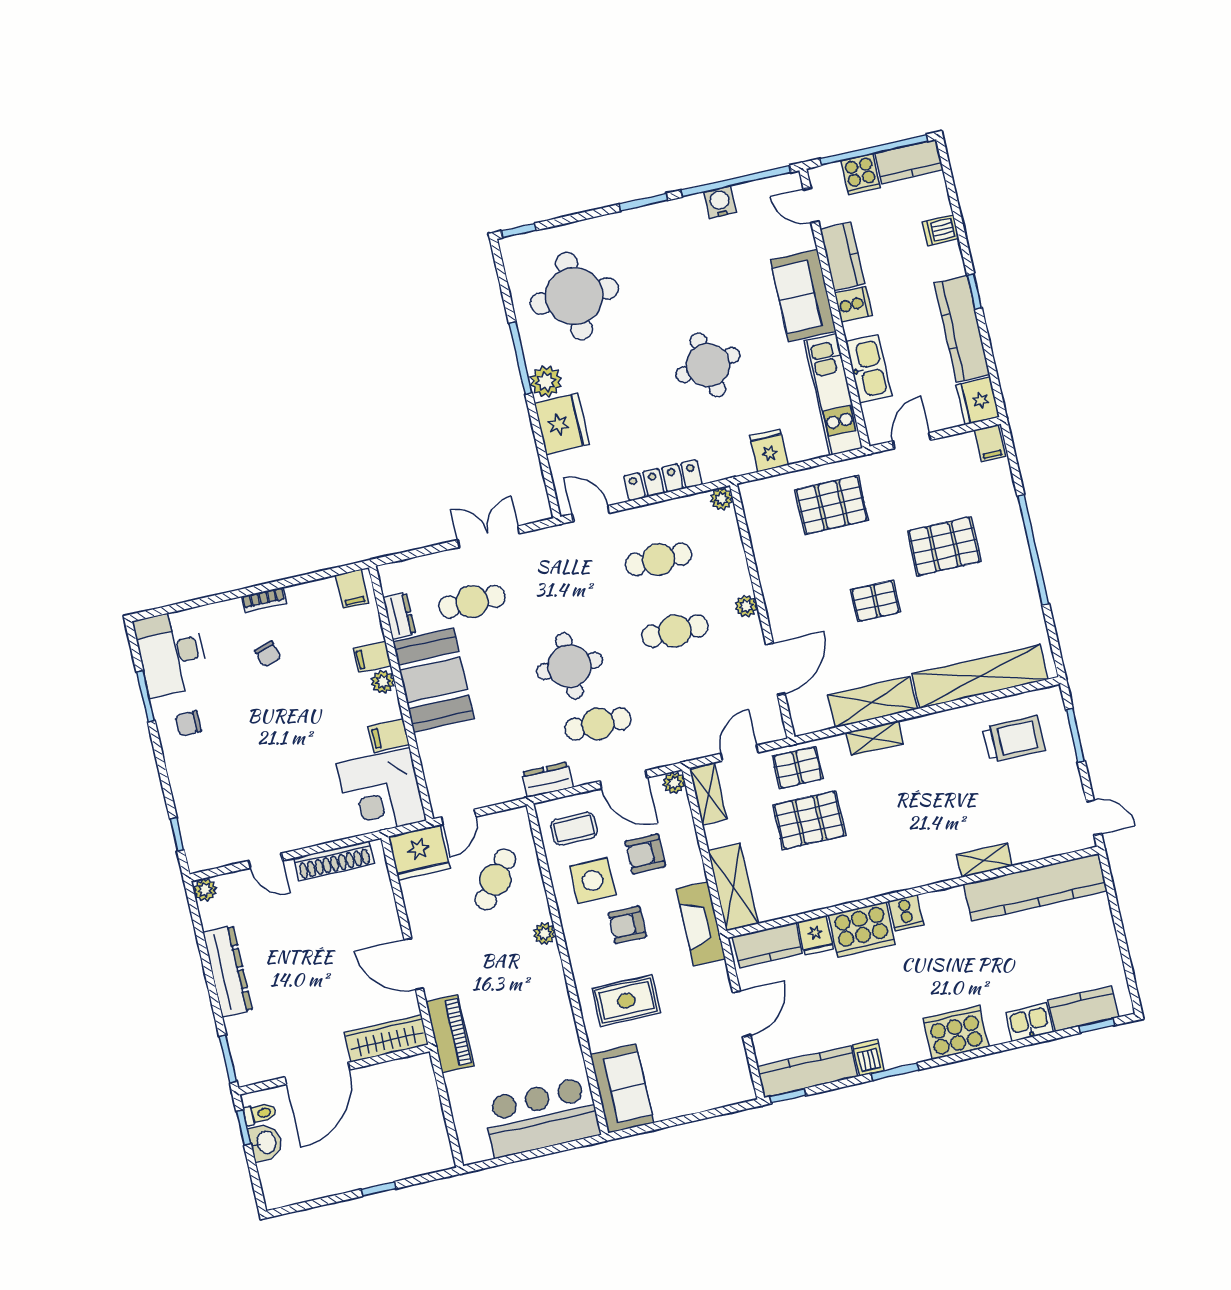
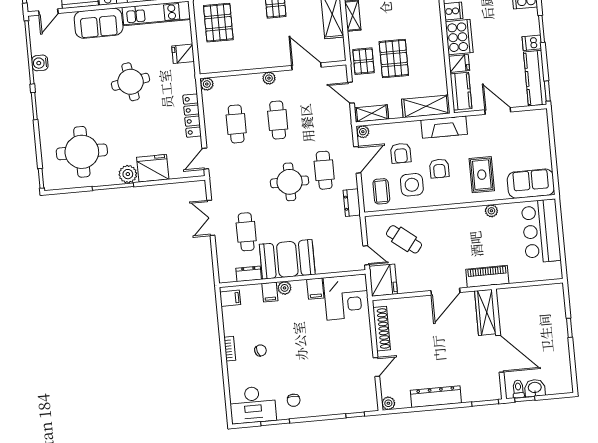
plant: (544, 934) -> (491, 211), moved

